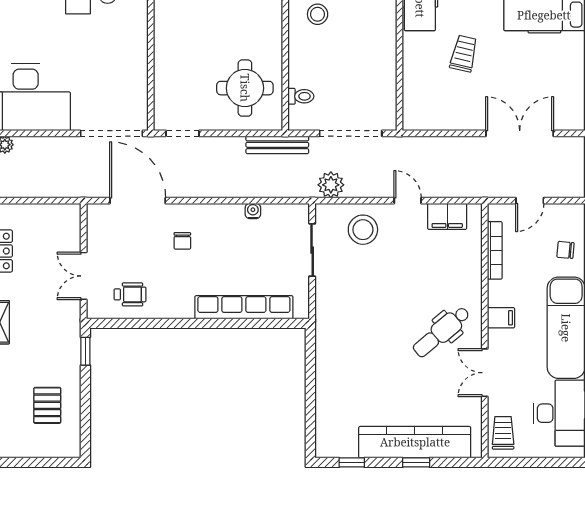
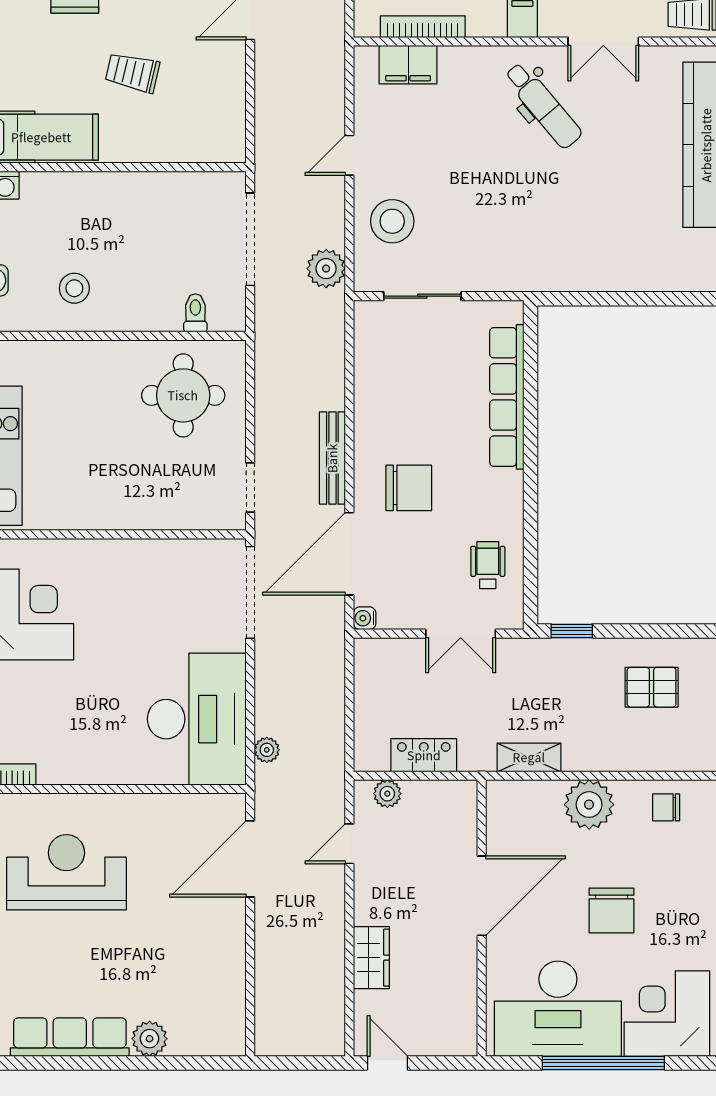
bench: (277, 145) -> (332, 458), moved
water cooler: (253, 211) -> (365, 618), moved
filing cabinet: (447, 216) -> (408, 65), moved, turned 90
chair: (182, 241) -> (409, 488), width x1.87, depth x1.87

